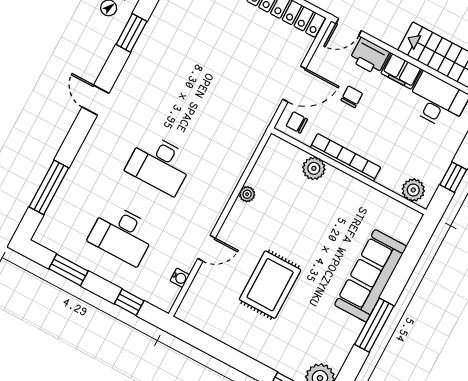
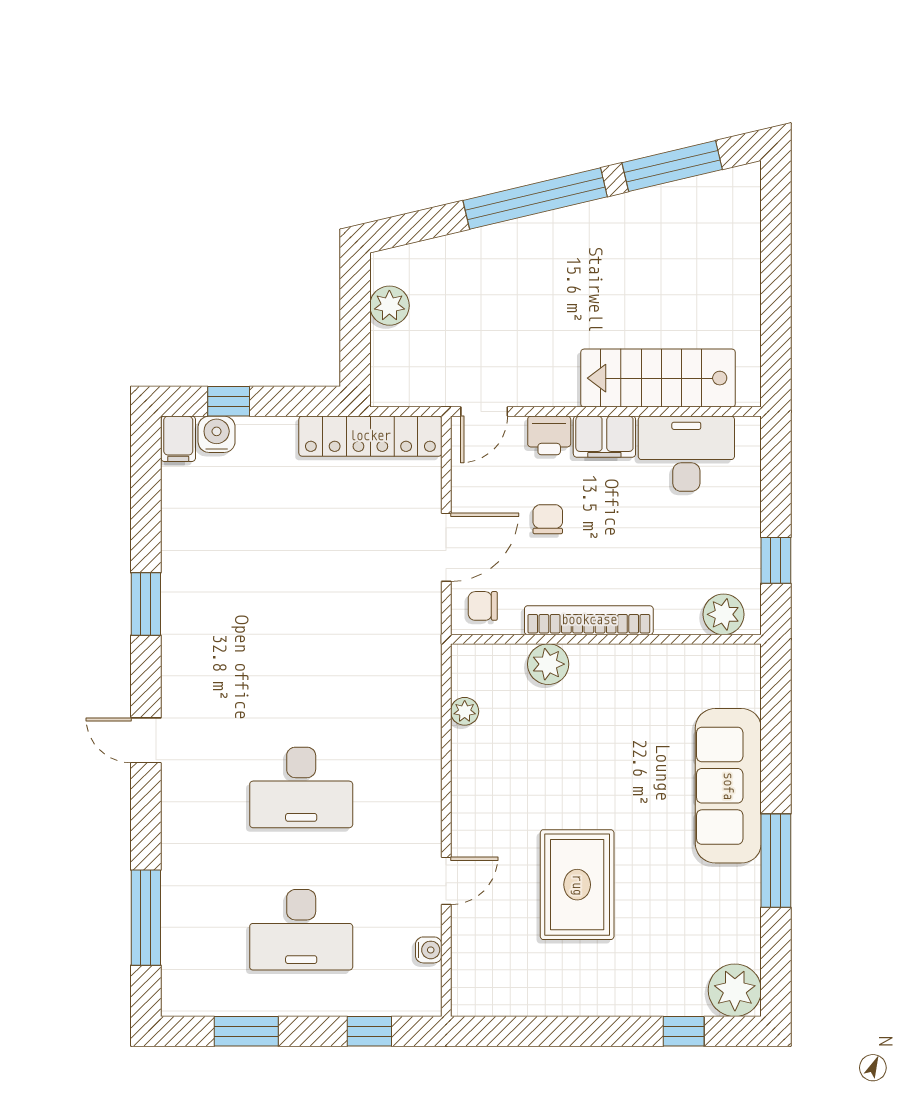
printer: (369, 56) -> (549, 435), width x0.73, depth x0.81
plant: (247, 194) -> (465, 711), moved

